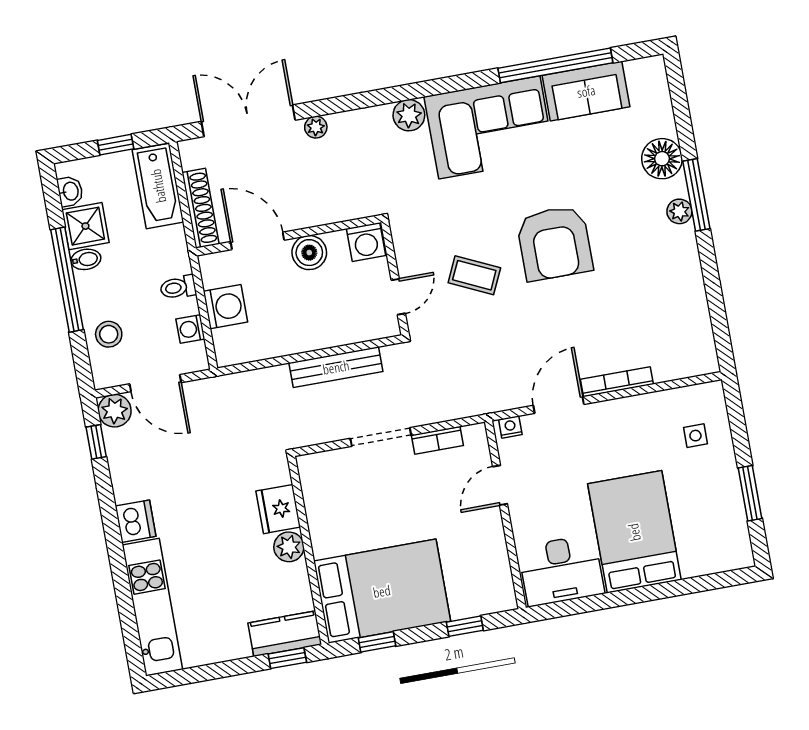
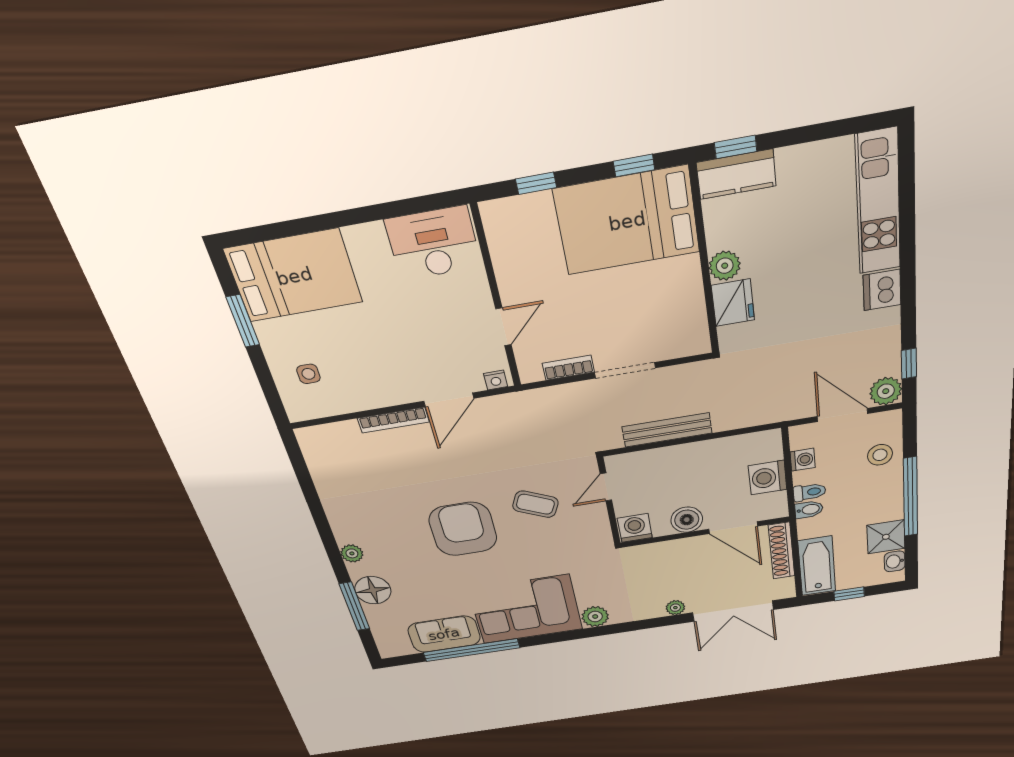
window: (696, 195) -> (354, 606), moved
bidet: (86, 259) -> (809, 510), moved, turned 180
bed: (634, 532) -> (294, 276), moved, turned -90

